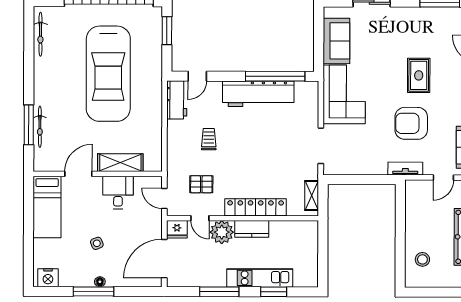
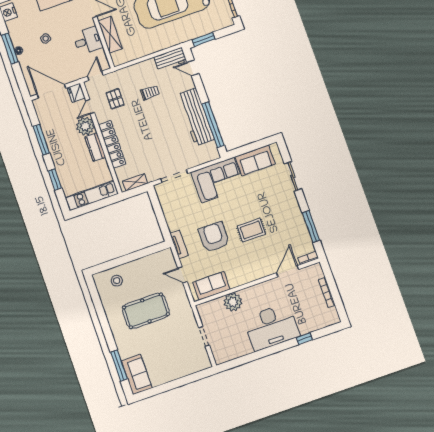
window: (167, 31) -> (204, 39), moved
kitchen unit: (260, 278) -> (92, 195), moved, turned -90

